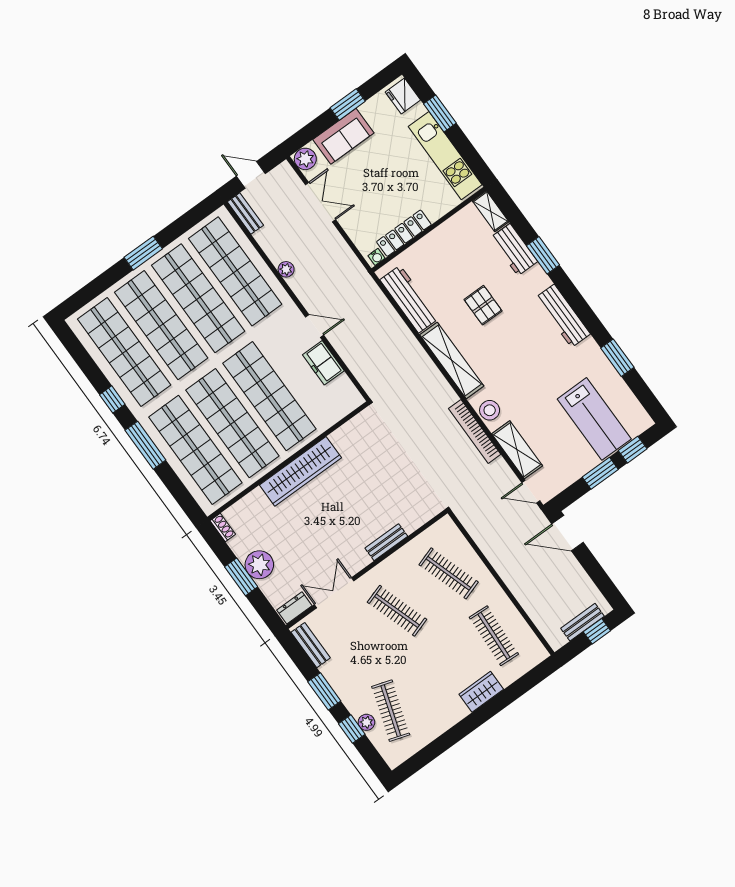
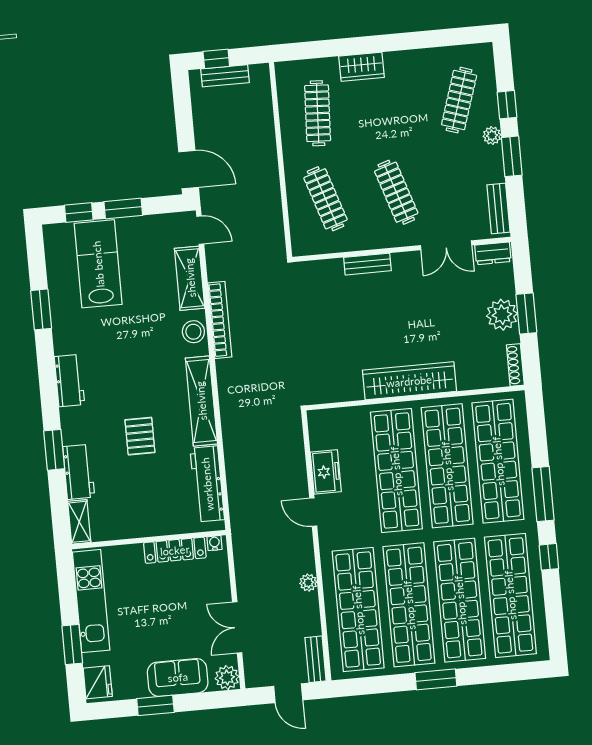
workbench: (563, 316) -> (69, 381), width x0.73
shoe rack: (223, 528) -> (515, 365), width x1.43
plant: (366, 722) -> (492, 136), moved

